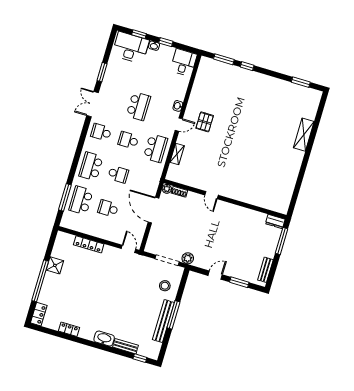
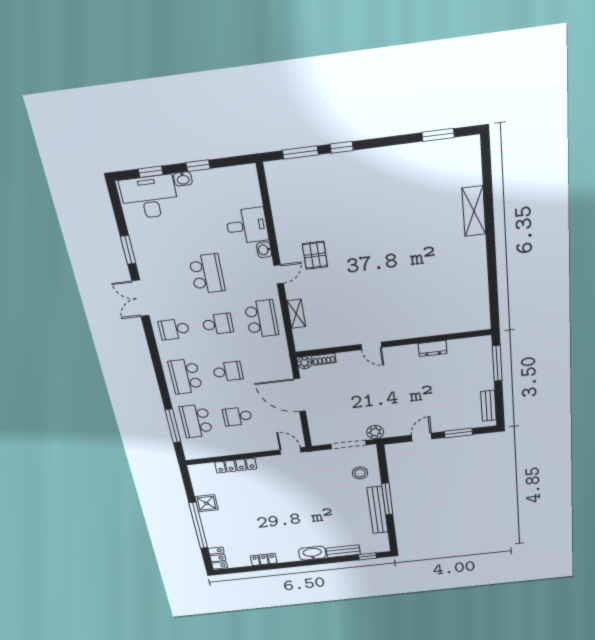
desk: (184, 62) -> (247, 226), moved, turned 90
school desk: (128, 140) -> (218, 324), turned 180
dresser: (275, 221) -> (433, 348), moved

